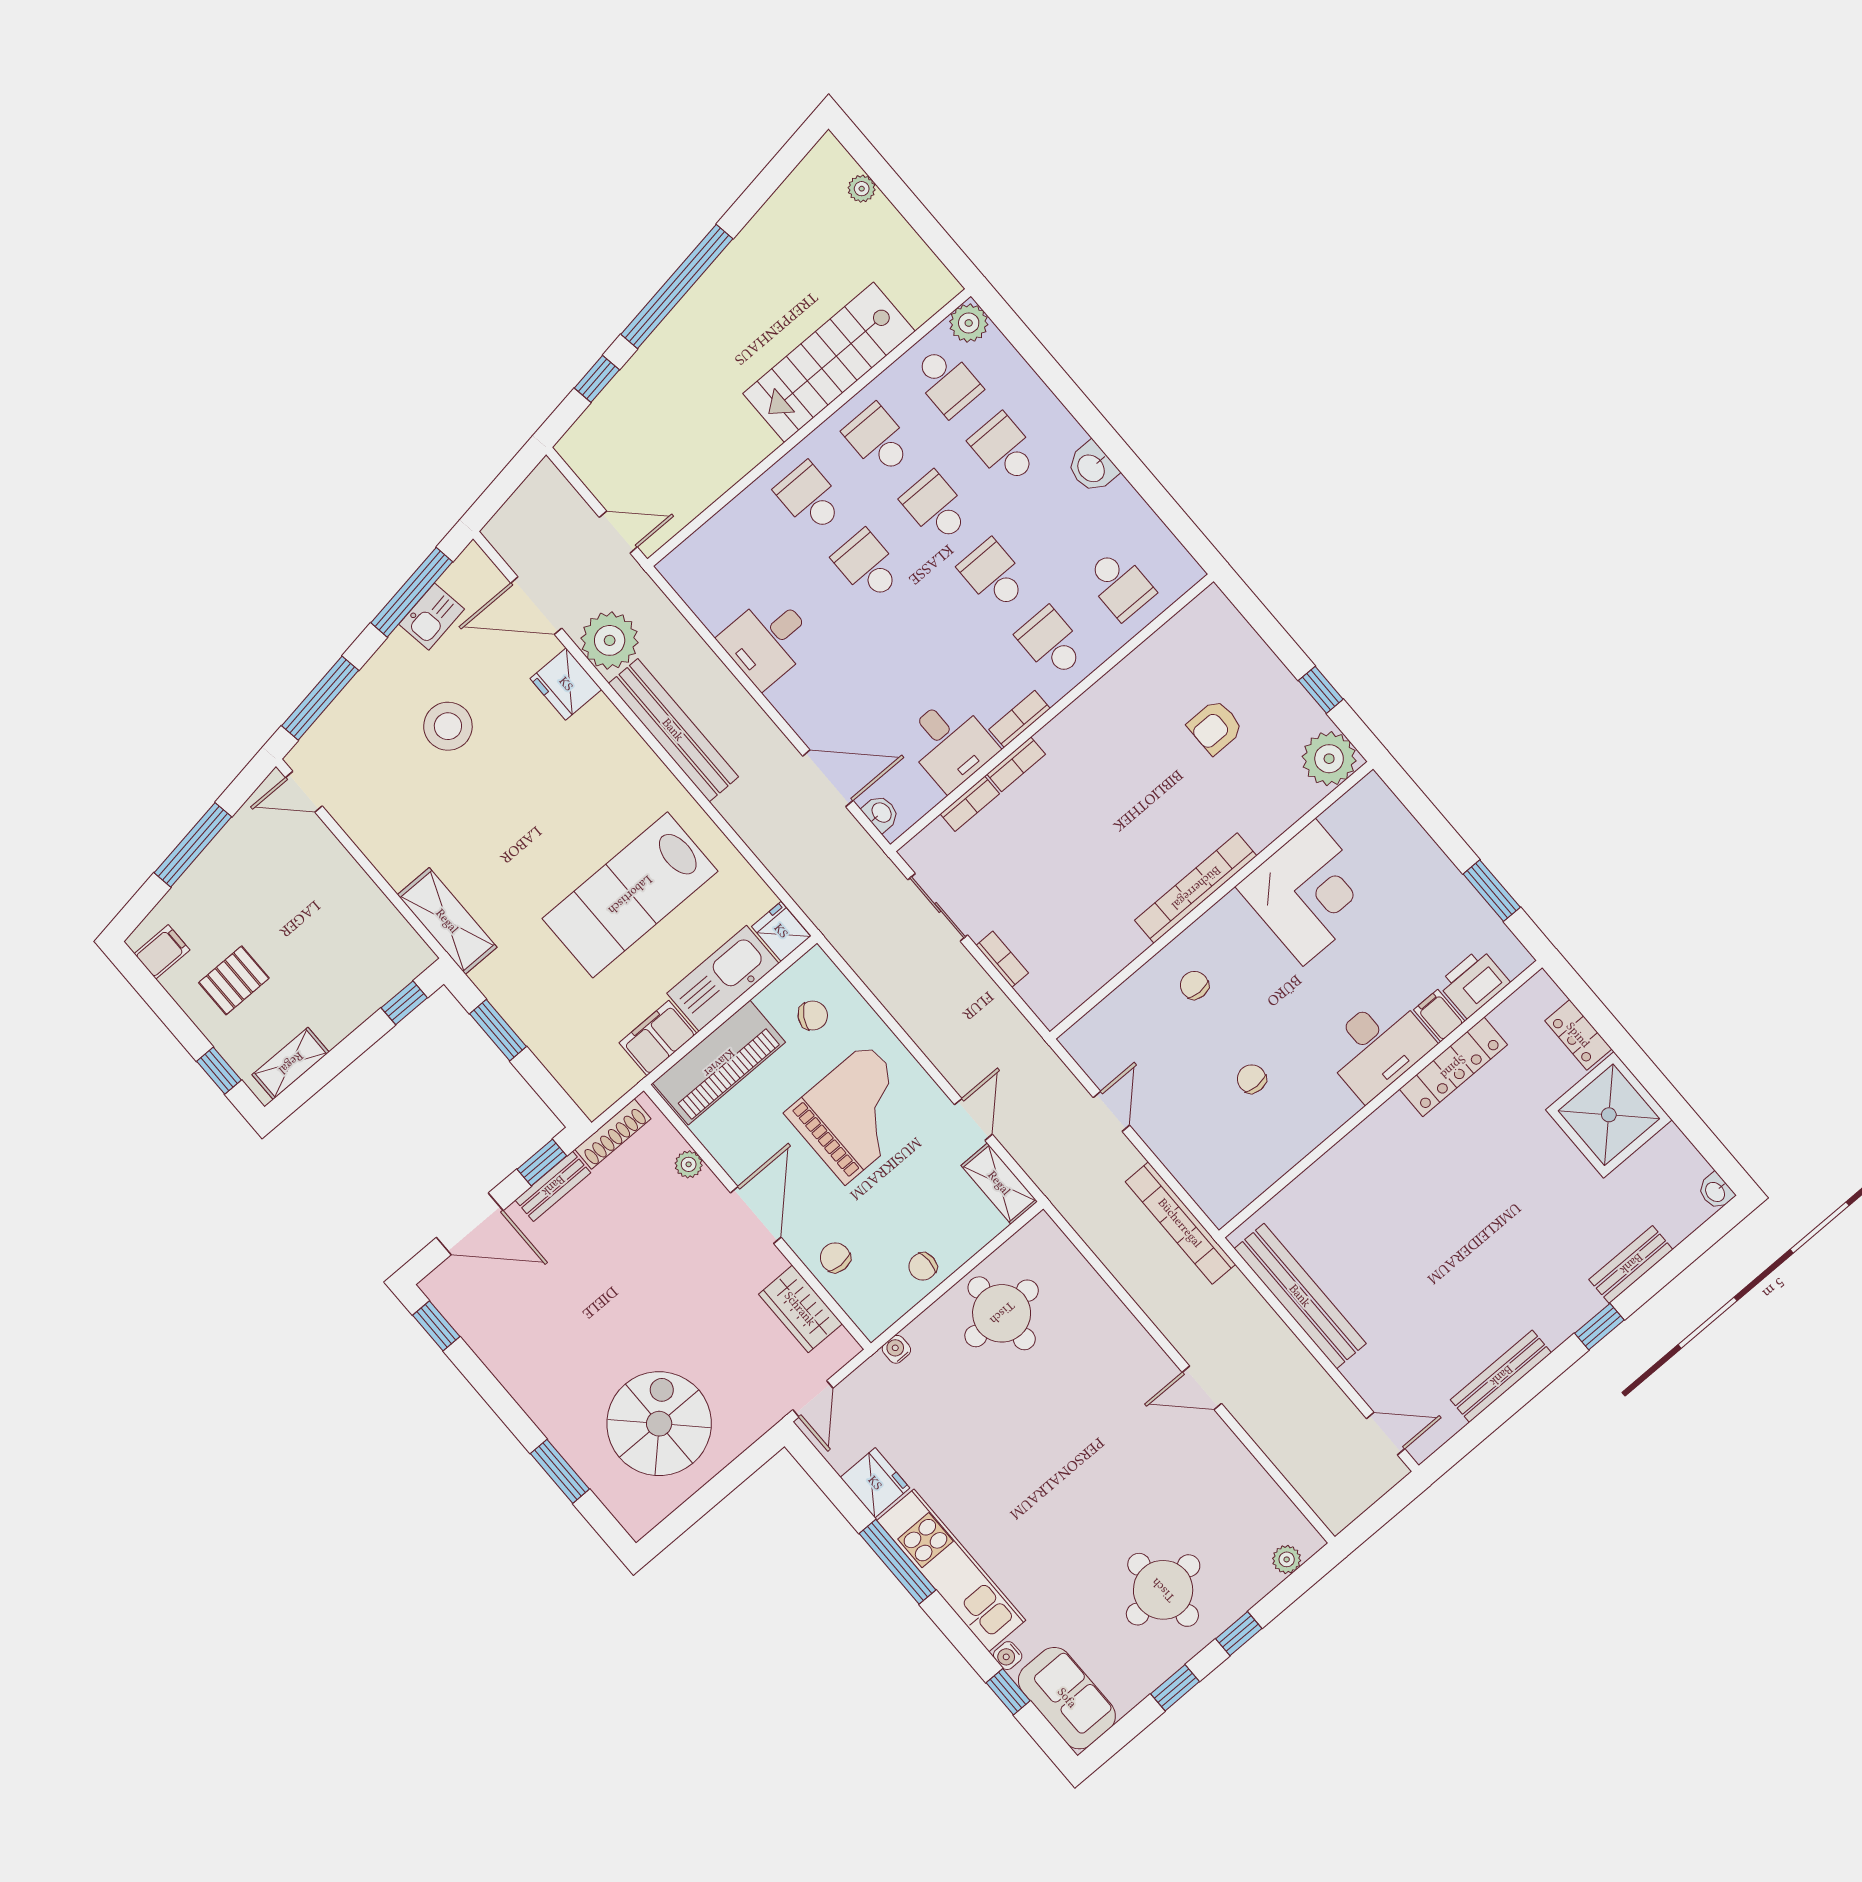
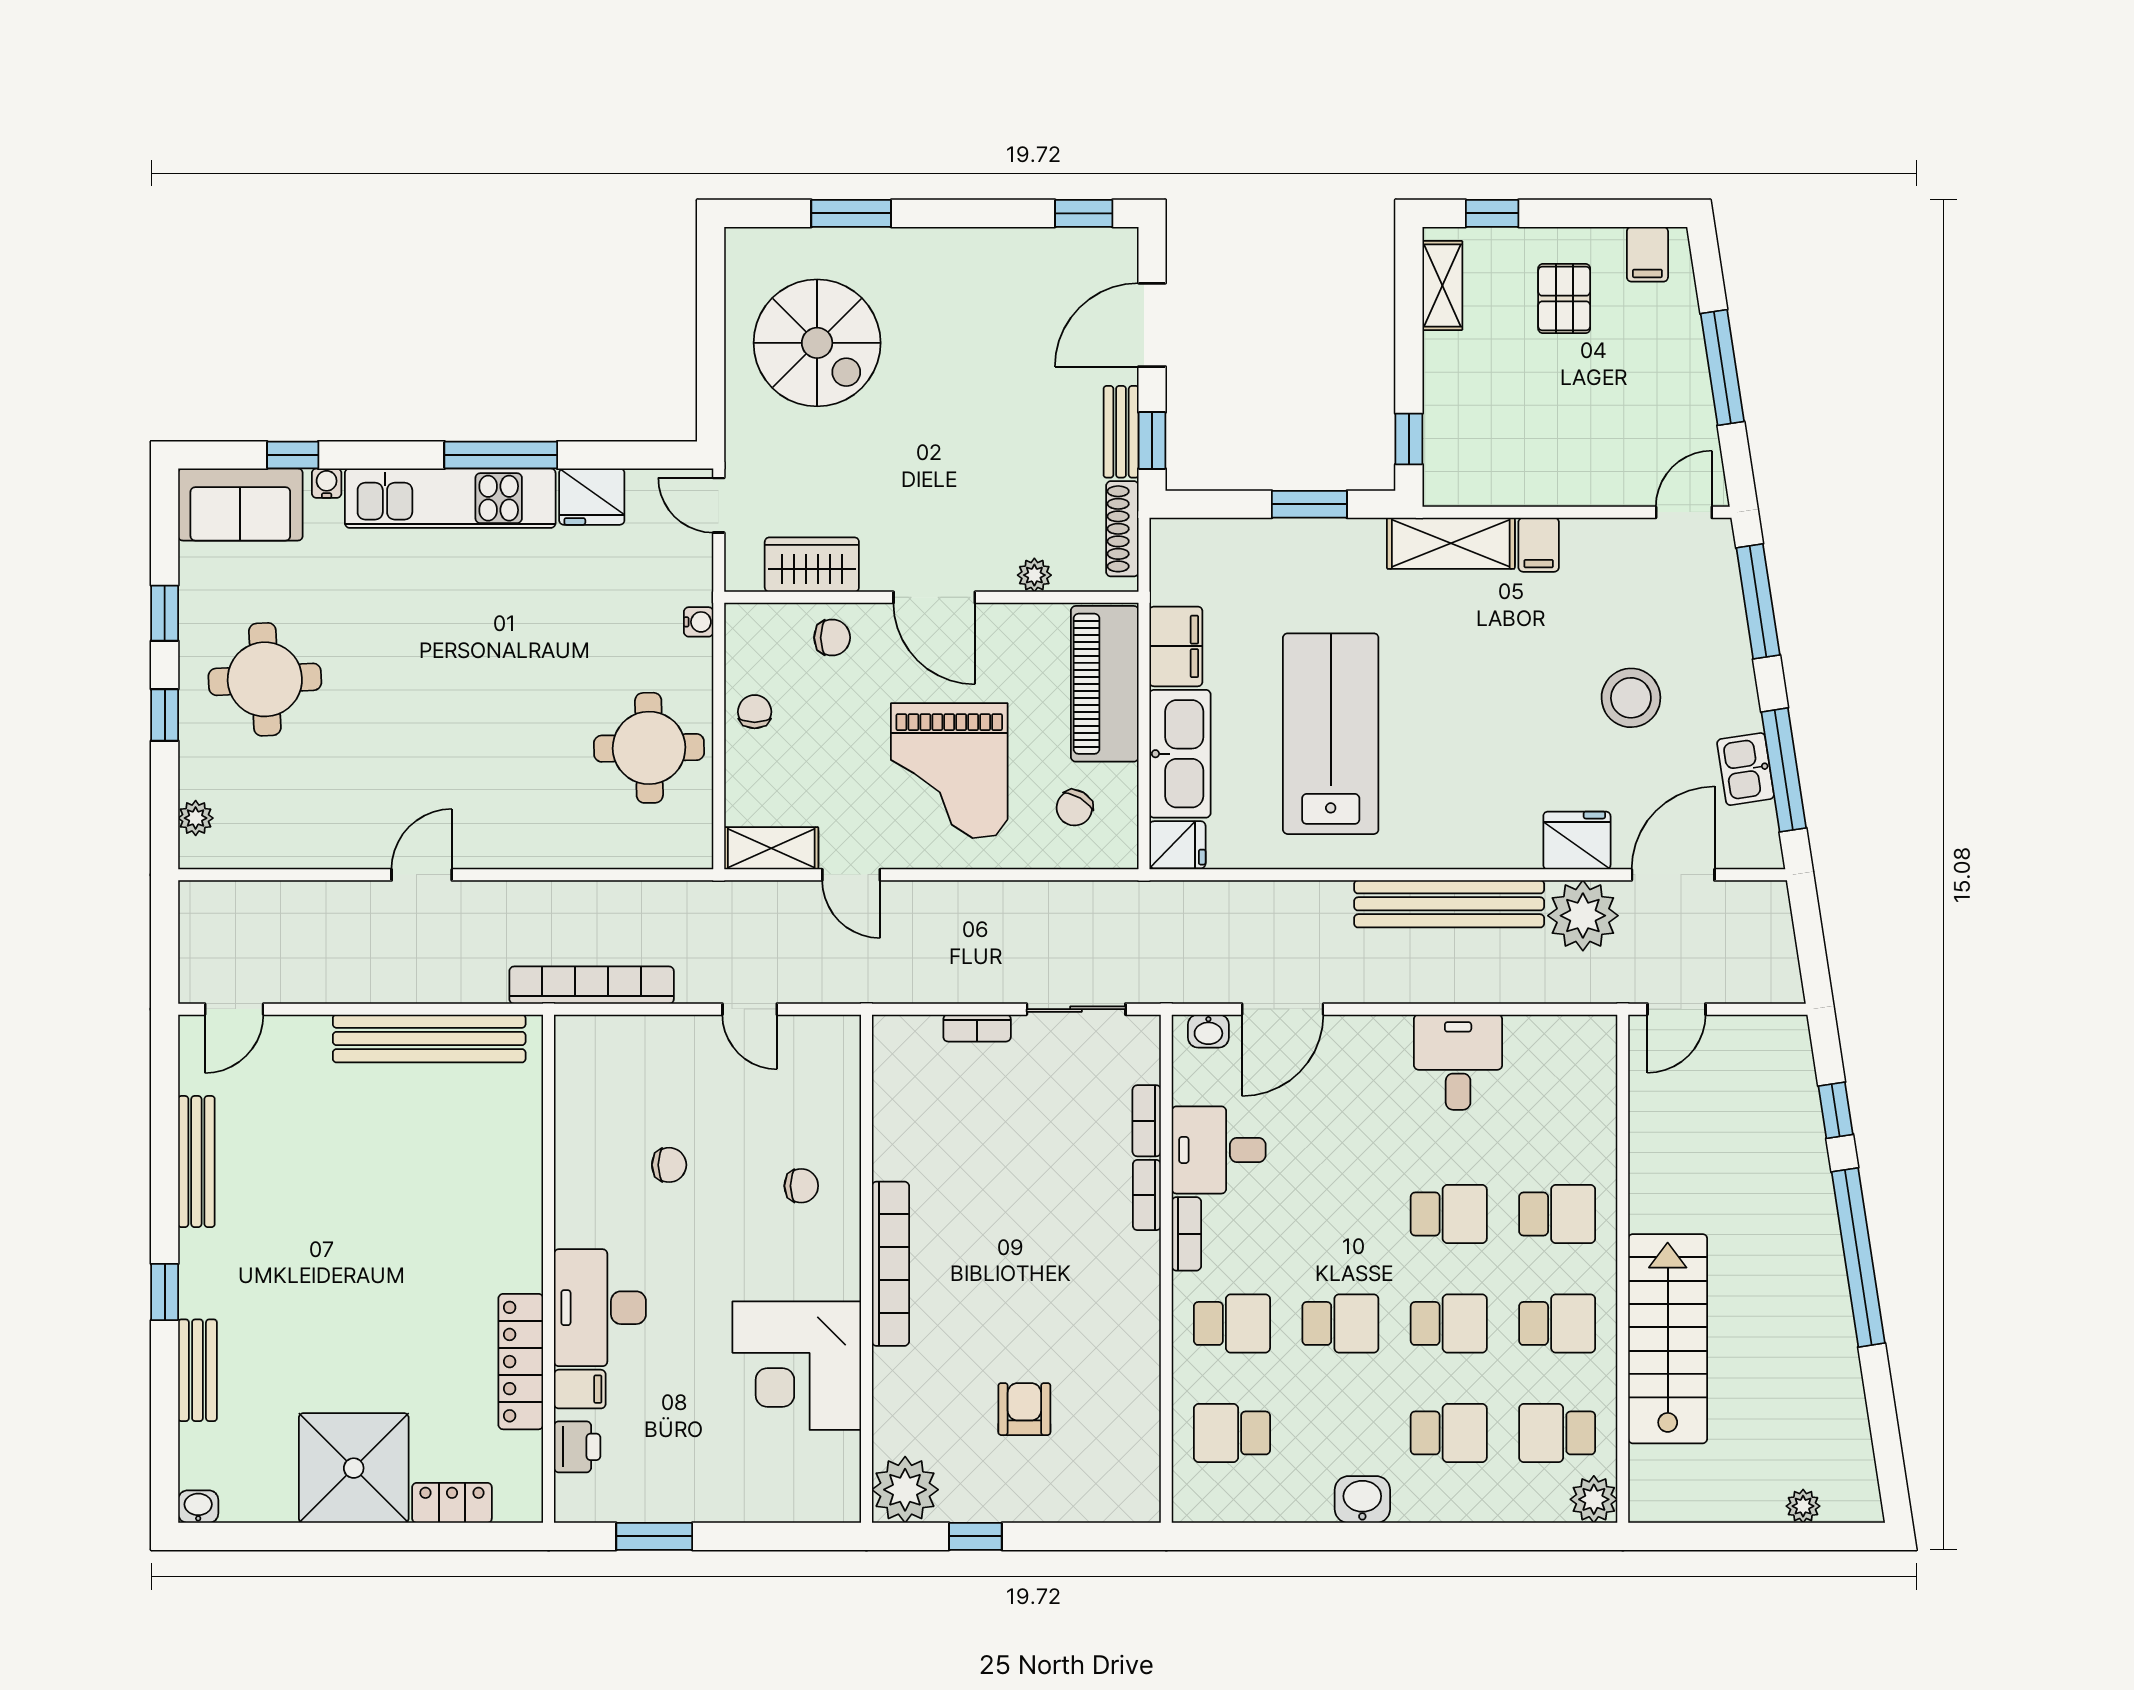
filing cabinet: (401, 865) -> (1539, 545), added
printer: (1474, 983) -> (577, 1447), width x0.73, depth x0.81

